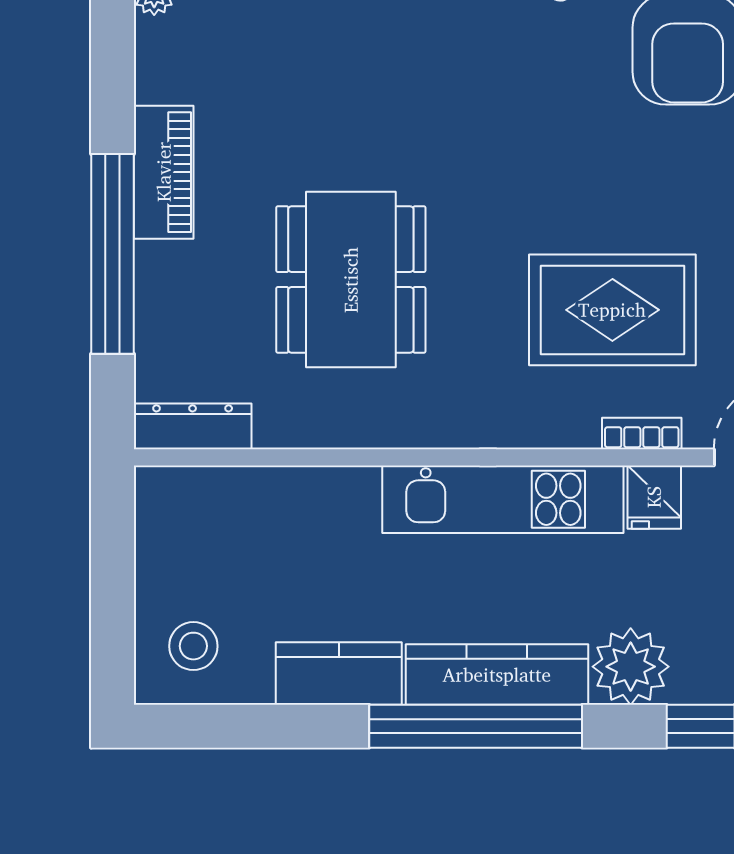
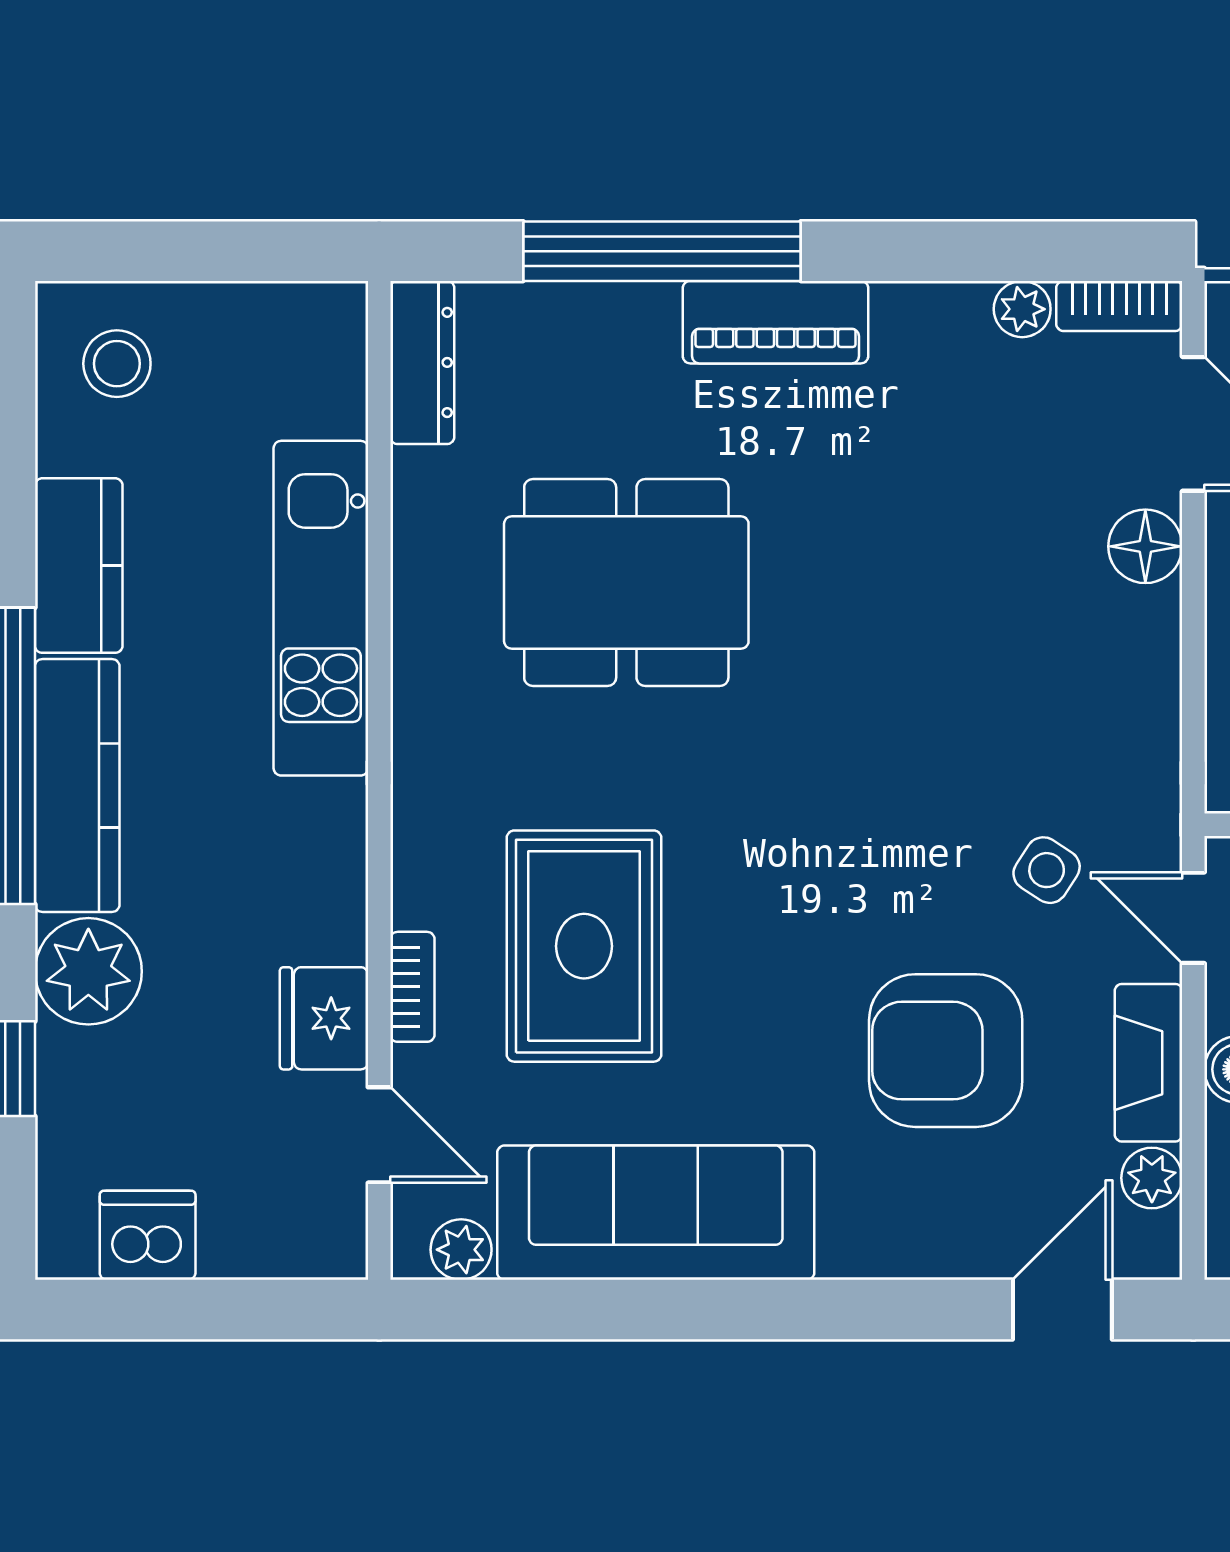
fridge: (654, 497) -> (324, 1018), width x1.38
kitchen unit: (503, 499) -> (321, 608), moved

